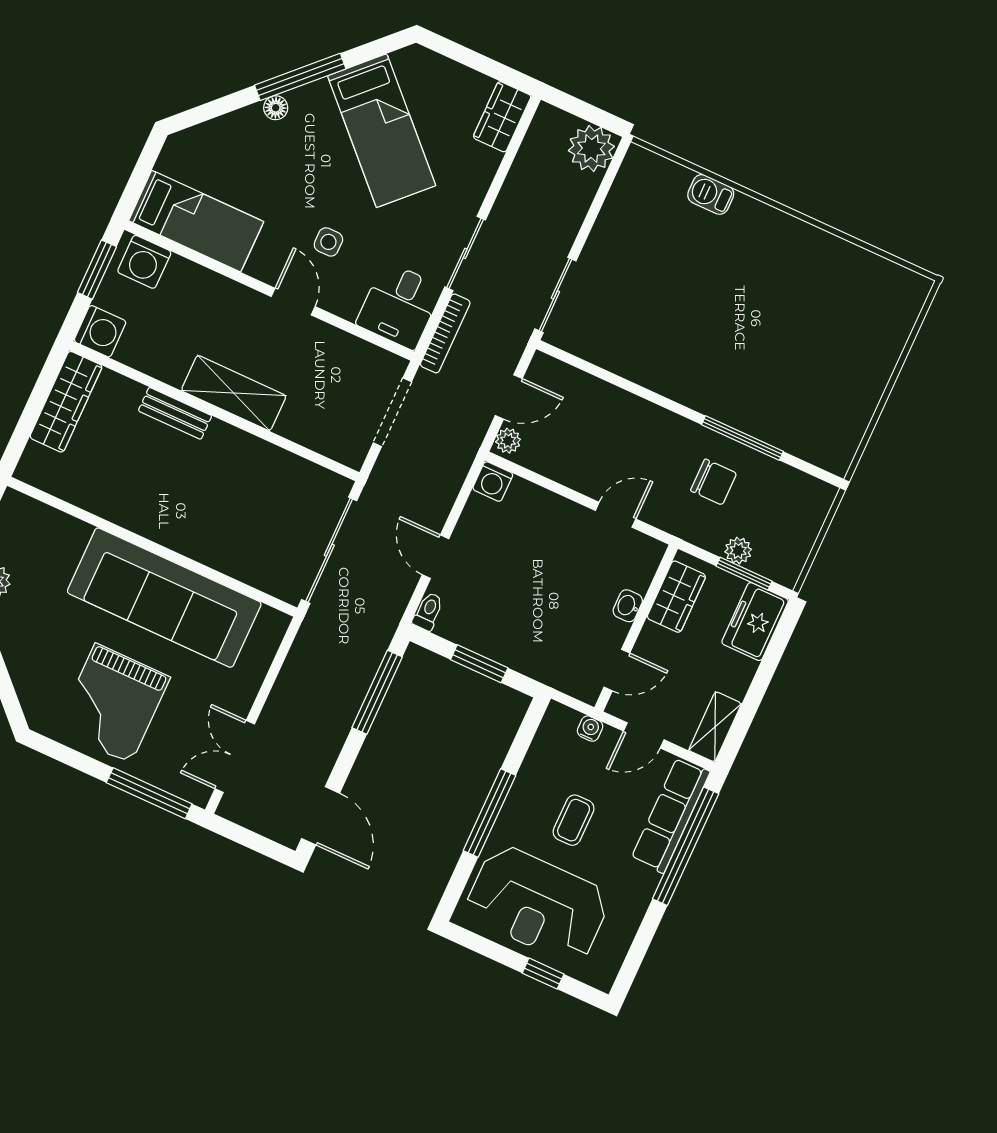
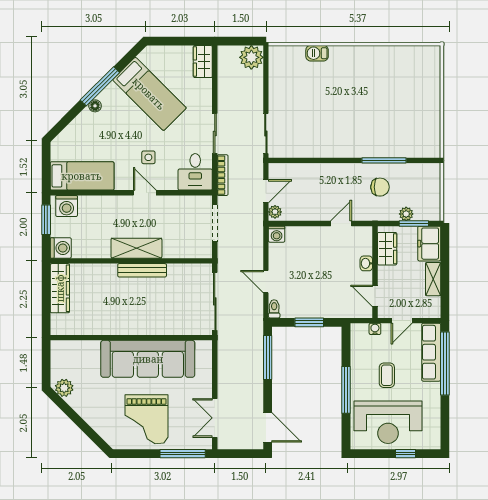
bench: (175, 413) -> (142, 270), moved, width x1.36
door: (617, 670) -> (375, 296), swing flipped
shelving: (715, 727) -> (433, 279), moved

